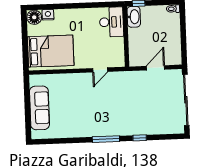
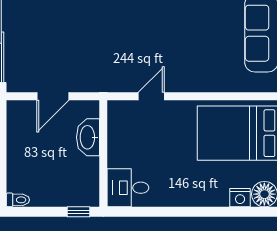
washbasin: (134, 17) -> (88, 137), moved
desk: (111, 22) -> (128, 188), width x0.73

